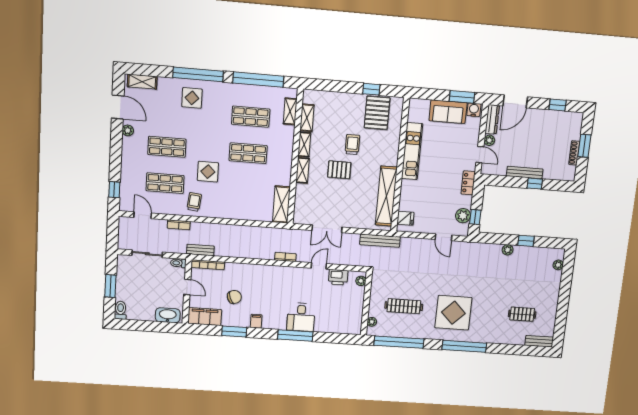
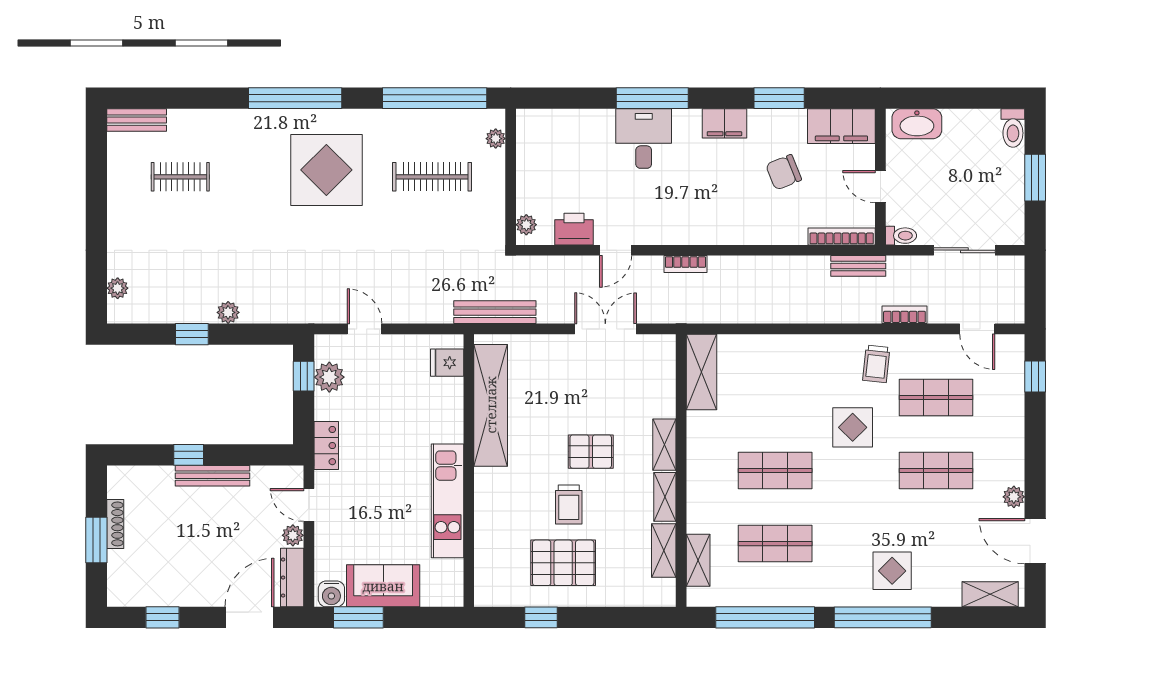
pallet: (377, 113) -> (563, 563), moved, turned 90
filing cabinet: (256, 321) -> (724, 123), width x2.00

